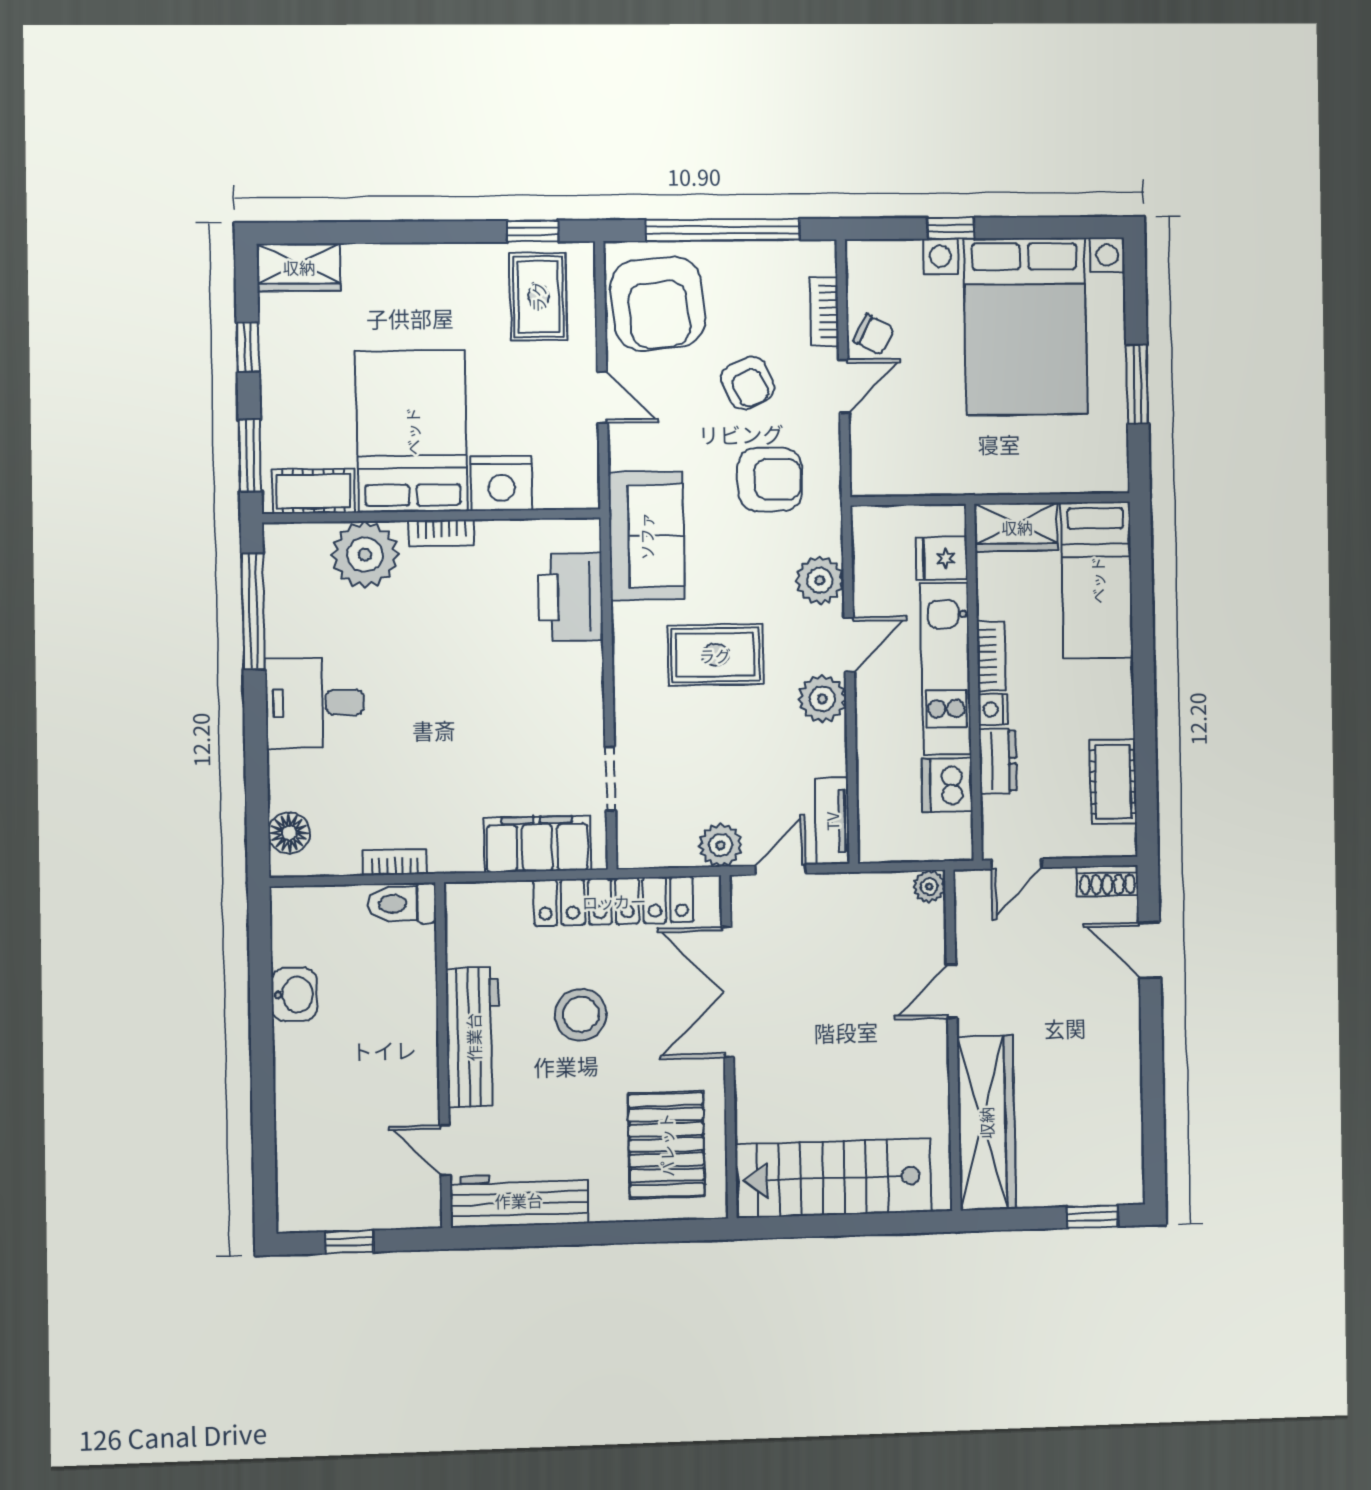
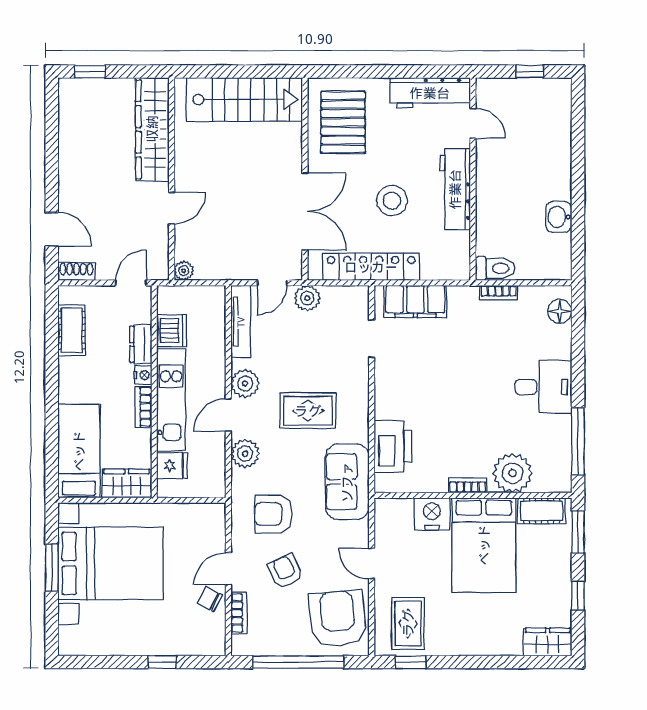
bed with nightstands: (1026, 326) -> (111, 563), moved, turned 90
tv unit: (832, 821) -> (241, 322), width x1.41

